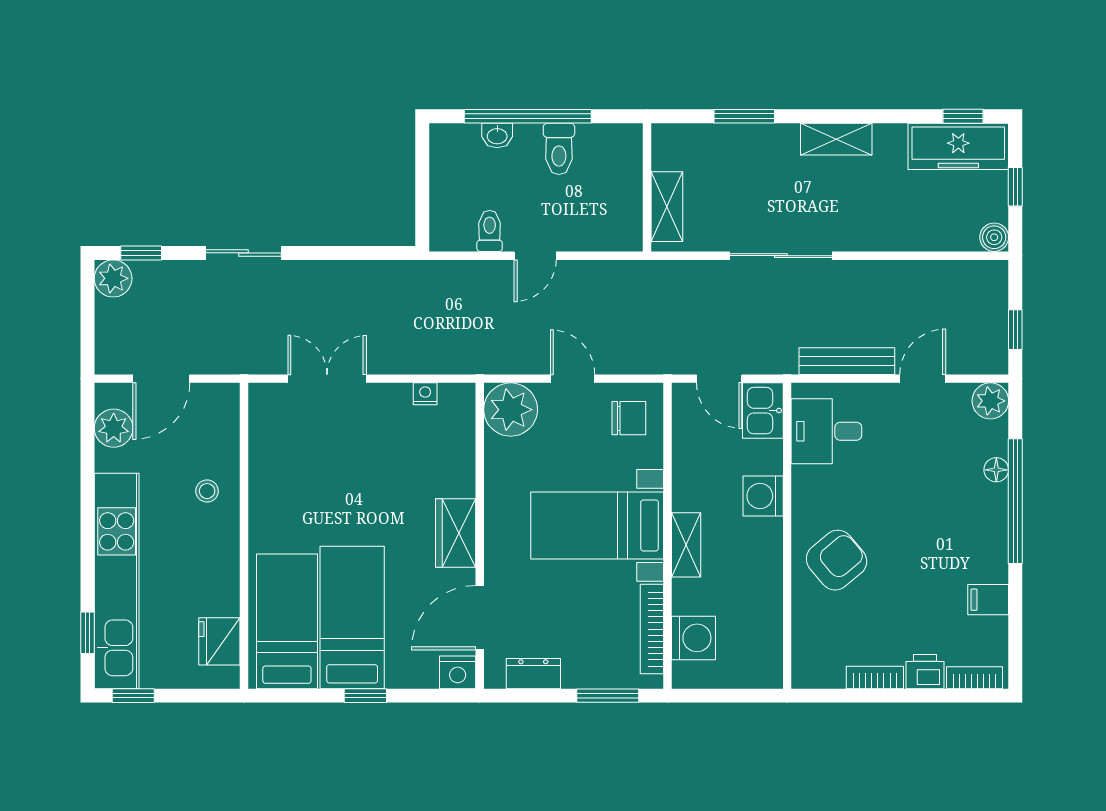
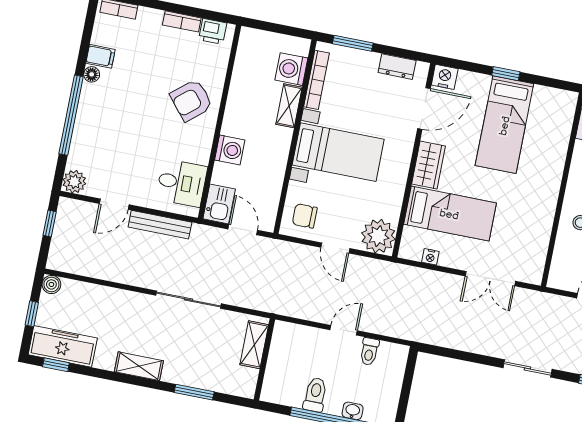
floor lamp: (996, 470) -> (92, 74), moved
shelving: (686, 545) -> (289, 106), moved
bed: (287, 621) -> (450, 214), moved, turned -90
printer: (925, 672) -> (213, 31), moved

